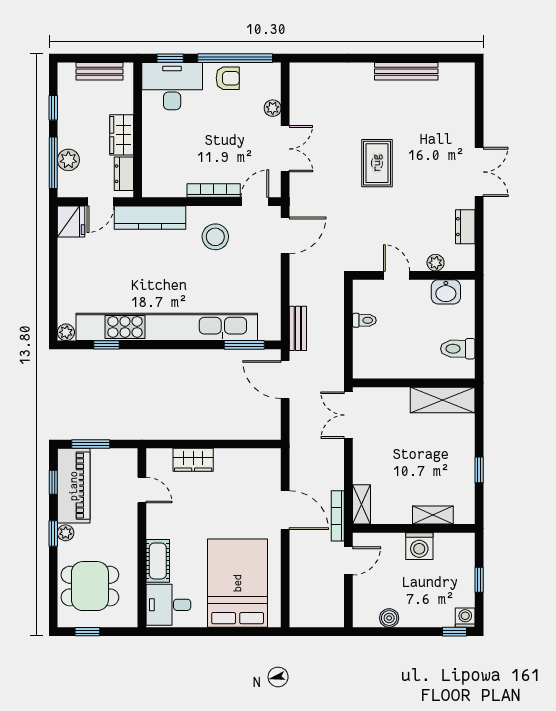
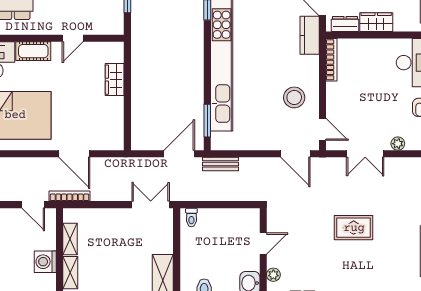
bookcase: (214, 191) -> (331, 60), moved
kitchen counter: (150, 218) -> (310, 35), width x0.67
toilet: (364, 320) -> (191, 217), moved
door: (142, 490) -> (73, 38), moved
shelving: (362, 504) -> (70, 239), moved, turned 90
door: (285, 510) -> (74, 154), hinge flipped

